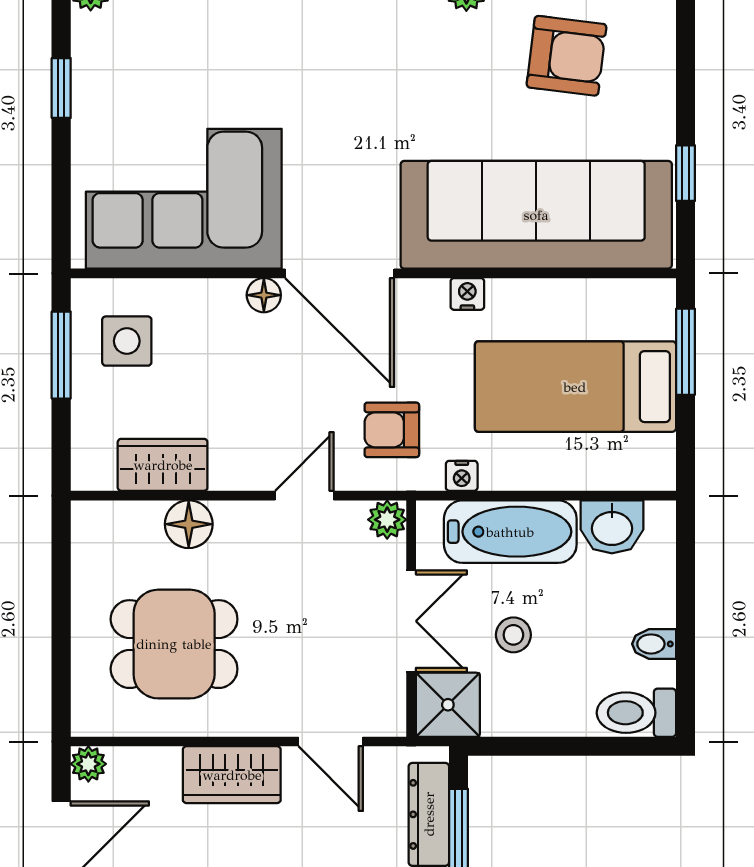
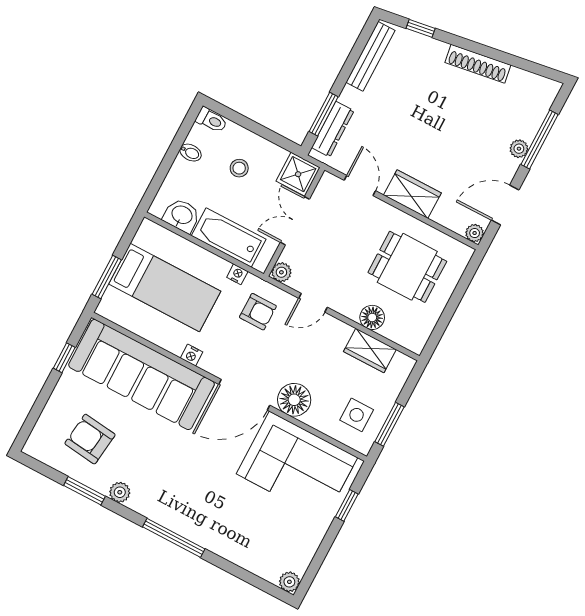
window: (61, 88) -> (347, 505), moved
door: (340, 273) -> (244, 395), swing flipped
floor lamp: (264, 295) -> (294, 400), width x1.89, depth x1.89
stool: (513, 635) -> (239, 168), moved
toilet: (636, 713) -> (211, 120), width x0.73, depth x0.72

